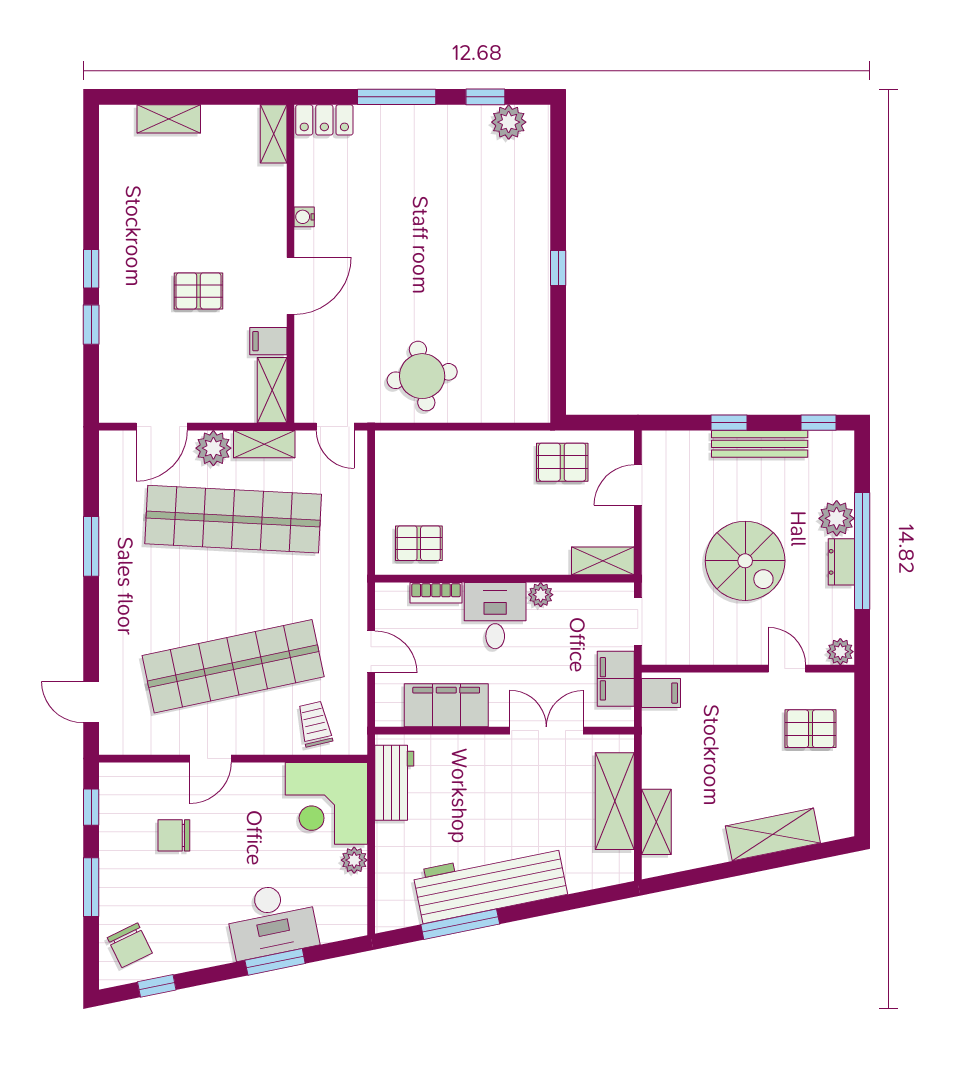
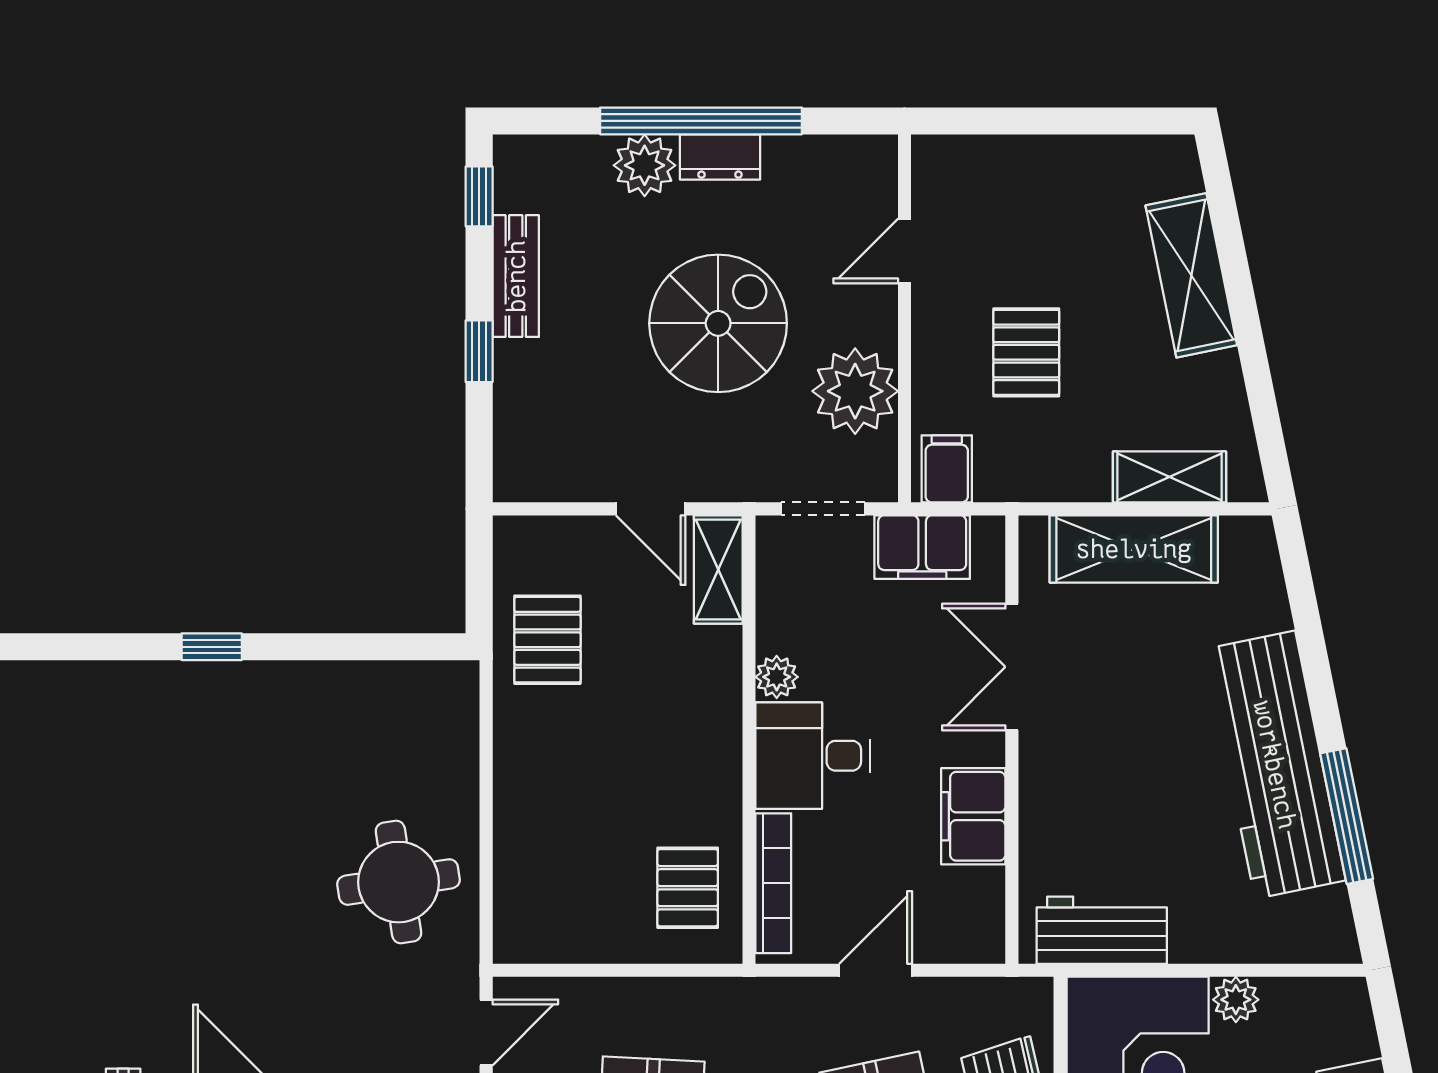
bench: (760, 444) -> (516, 276), width x0.73
door: (638, 485) -> (651, 509), moved
bookcase: (436, 593) -> (773, 883), width x1.56
plant: (840, 652) -> (855, 391), moved, width x1.87, depth x1.87
filing cabinet: (446, 705) -> (973, 816), width x0.67, depth x0.86
pallet: (810, 729) -> (1026, 352), moved

